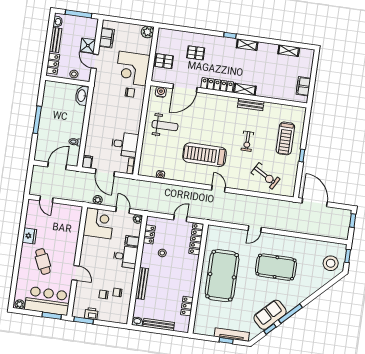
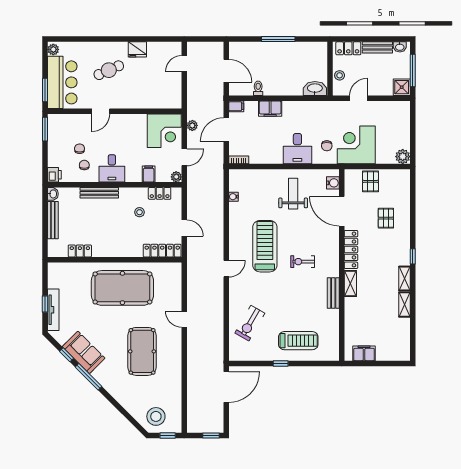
filing cabinet: (107, 38) -> (270, 109), moved
shower: (88, 46) -> (402, 87), moved
shelving: (289, 51) -> (404, 305), moved
weight bench: (165, 126) -> (293, 194), turned 180
treadmill: (285, 138) -> (298, 341), turned 180
exercise bike: (247, 141) -> (303, 262), moved
desk: (125, 144) -> (297, 149), moved
desk: (125, 257) -> (112, 168), moved
printer: (91, 314) -> (54, 175), moved

